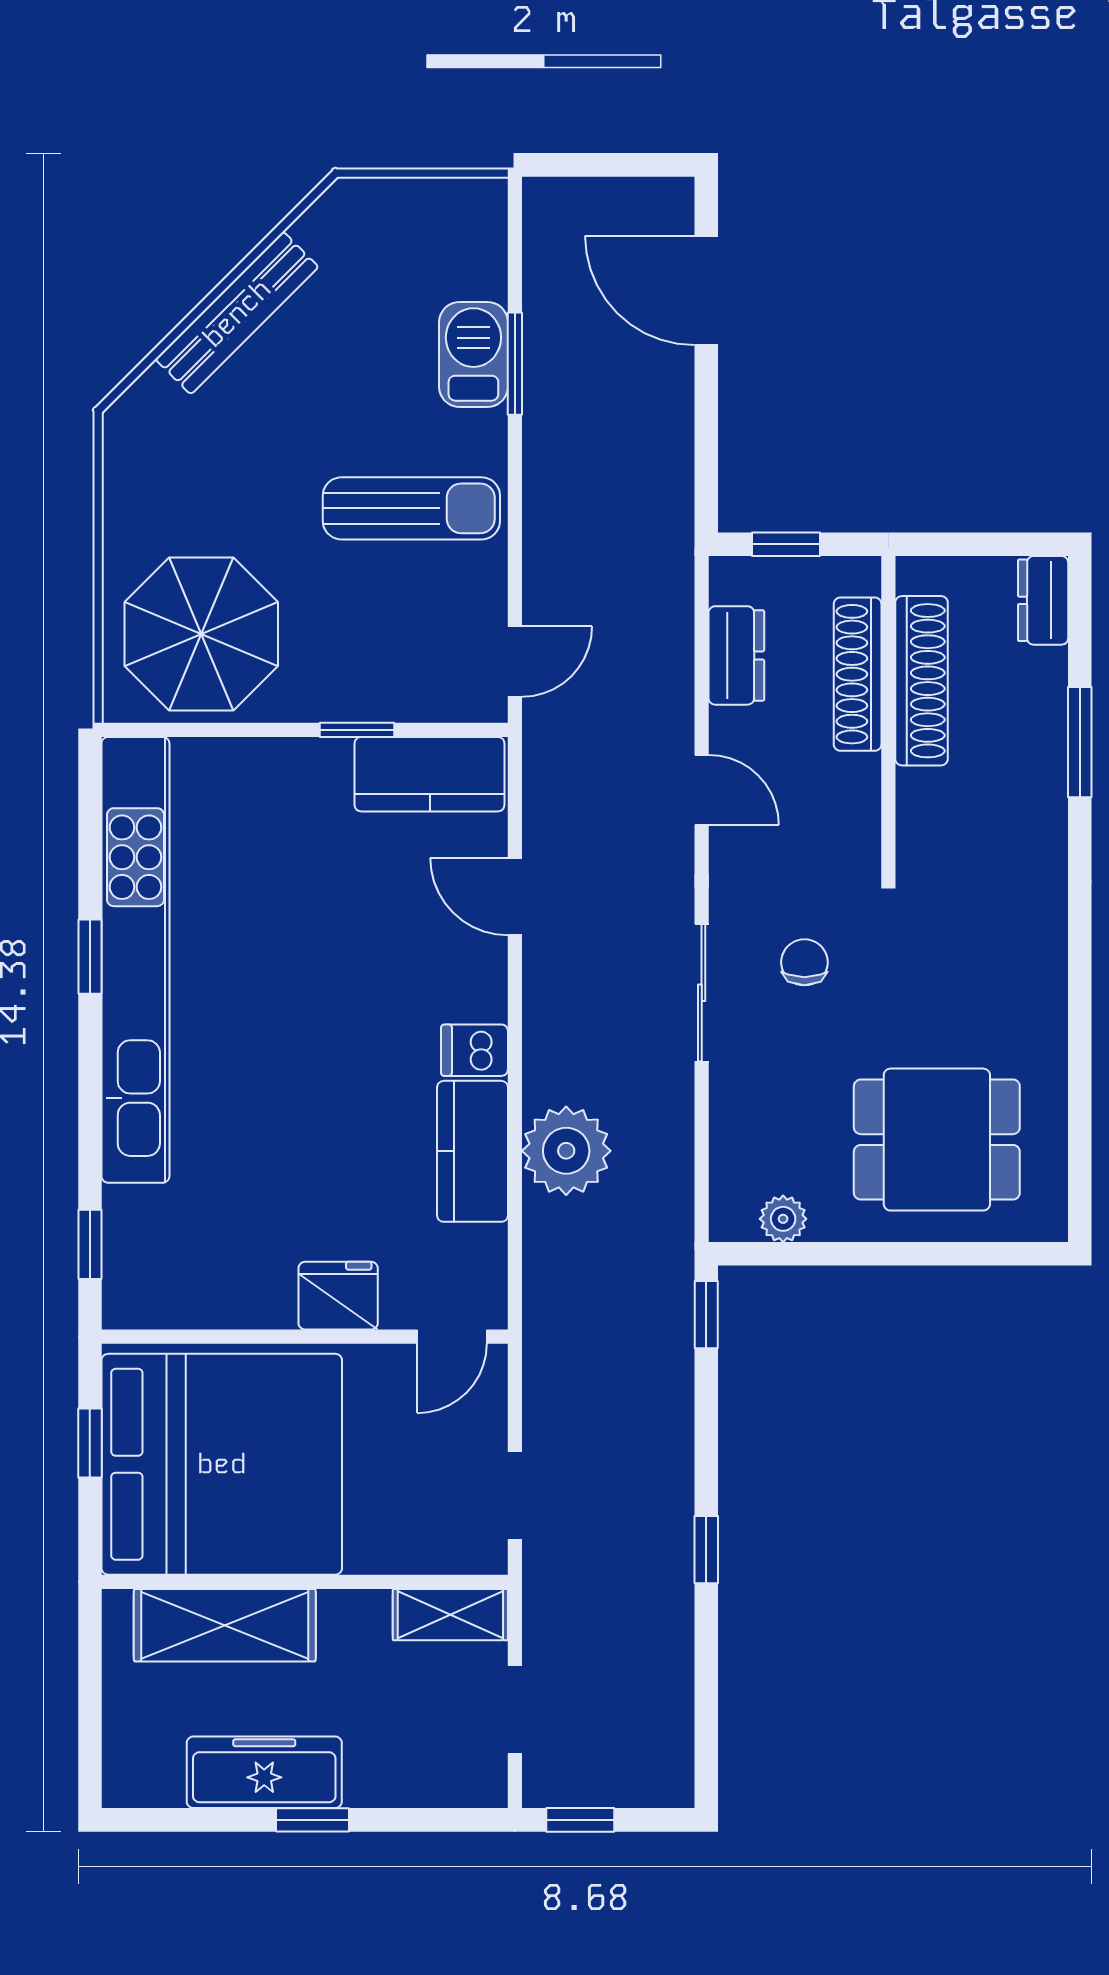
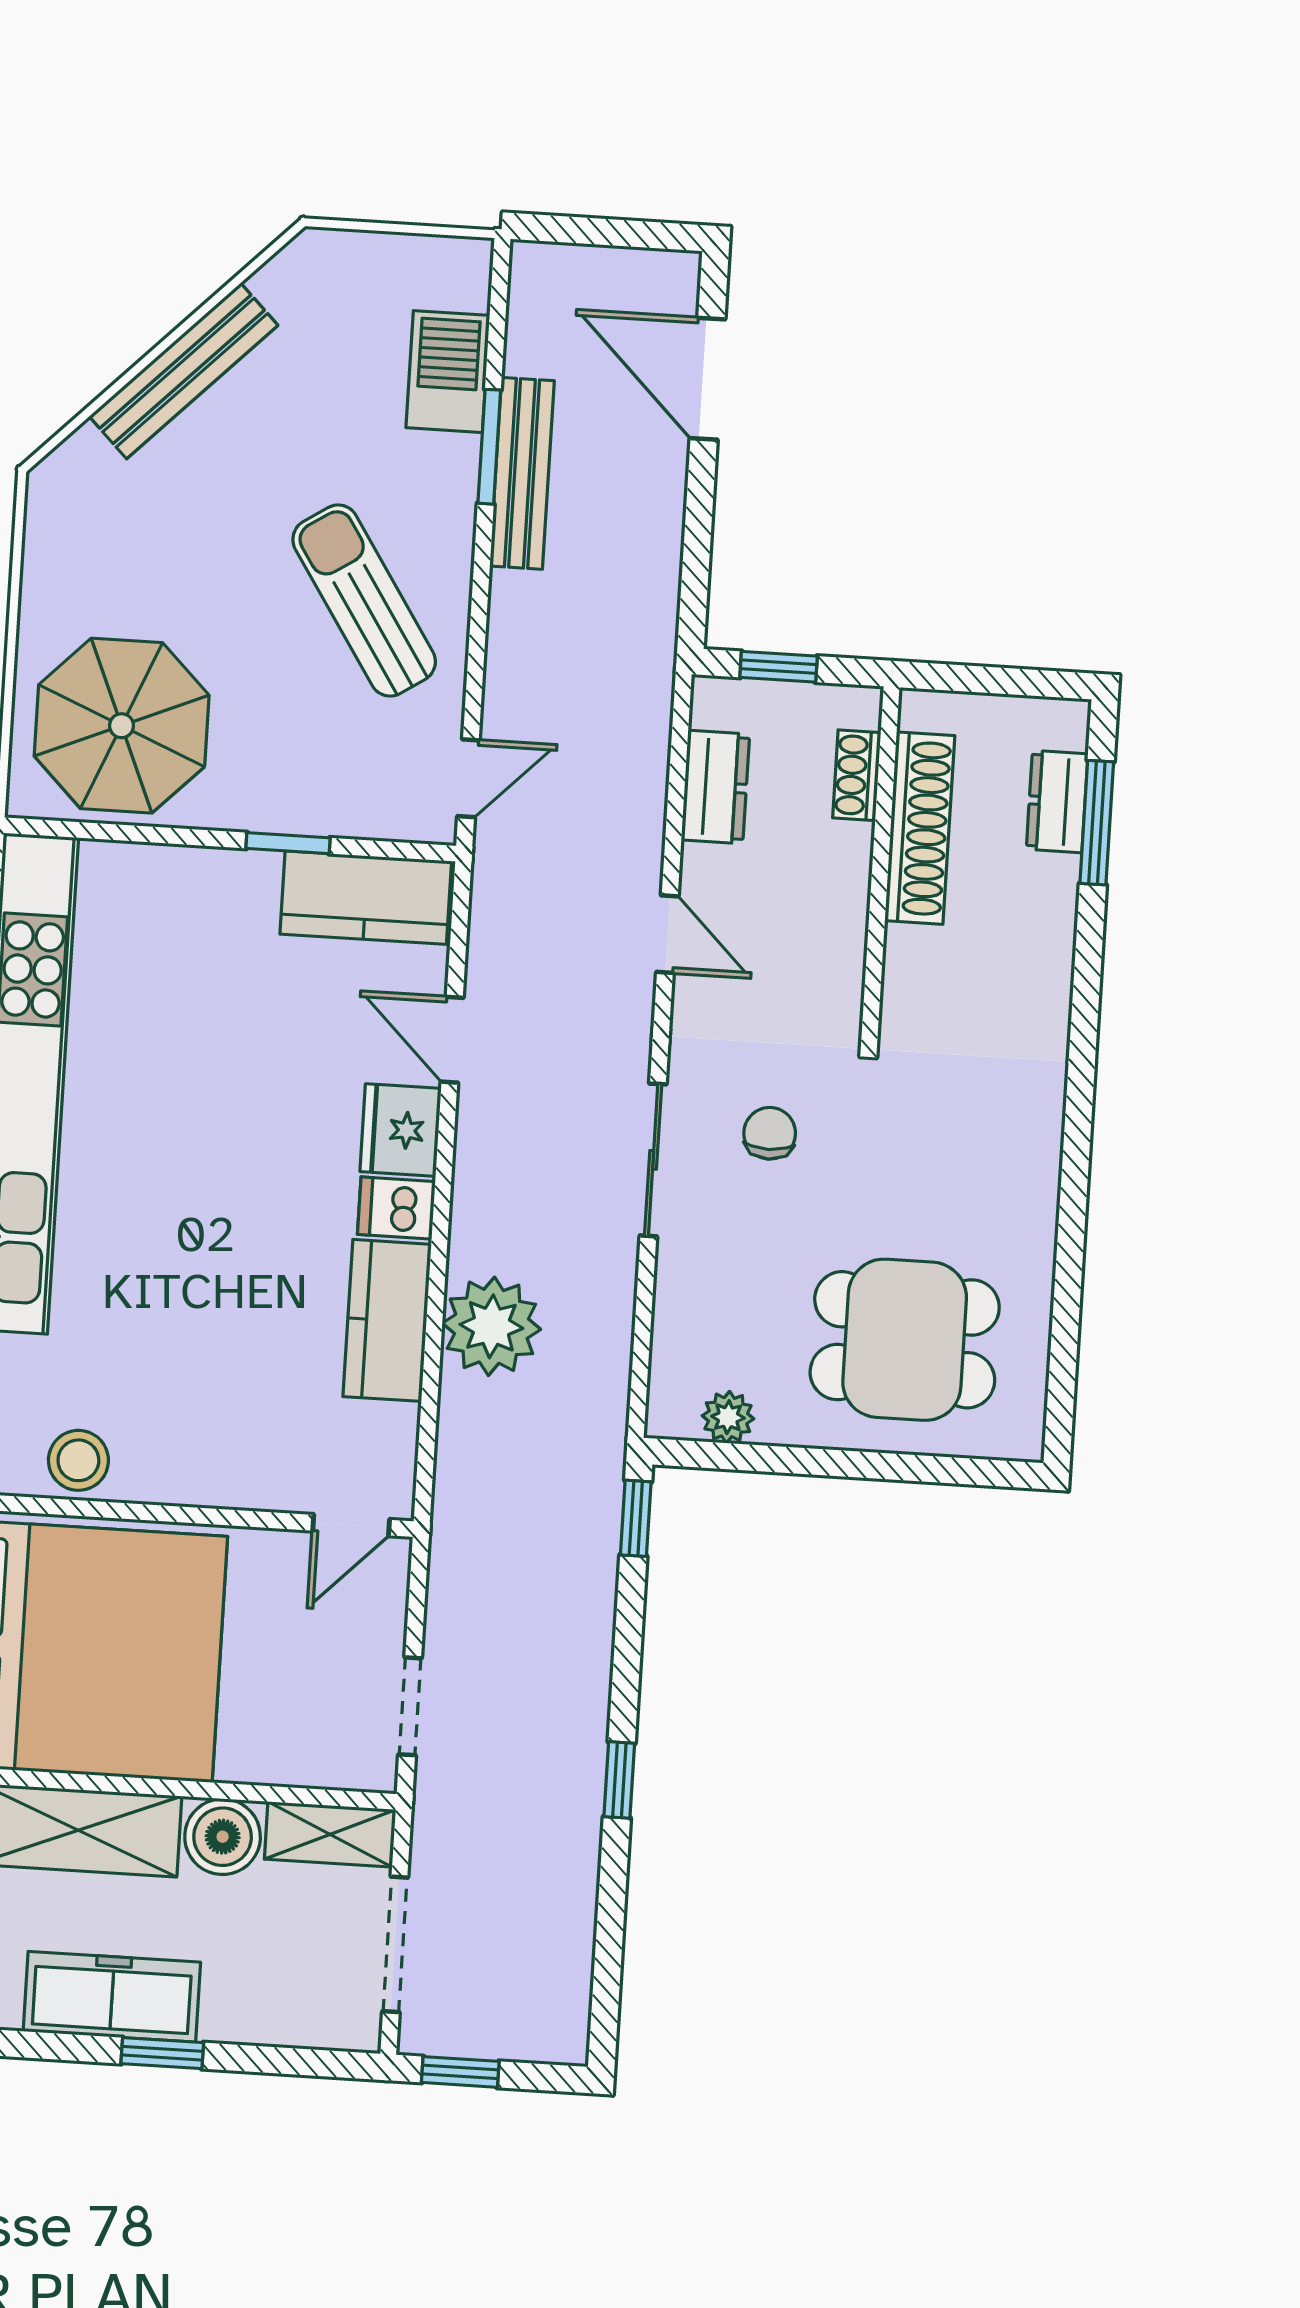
barbecue: (473, 354) -> (448, 372), moved
bench: (546, 386) -> (522, 473), added
sun lounger: (411, 508) -> (364, 601), turned -123
dresser: (1043, 600) -> (1057, 802), moved
shoe rack: (858, 674) -> (857, 775), width x0.51, depth x0.81
window: (1080, 742) -> (1097, 823), moved
stool: (204, 1294) -> (78, 1460), added
fridge: (338, 1296) -> (401, 1130), moved, turned -90
boiler: (354, 1623) -> (223, 1837), added
doorway: (515, 1709) -> (395, 1944), width x1.38

